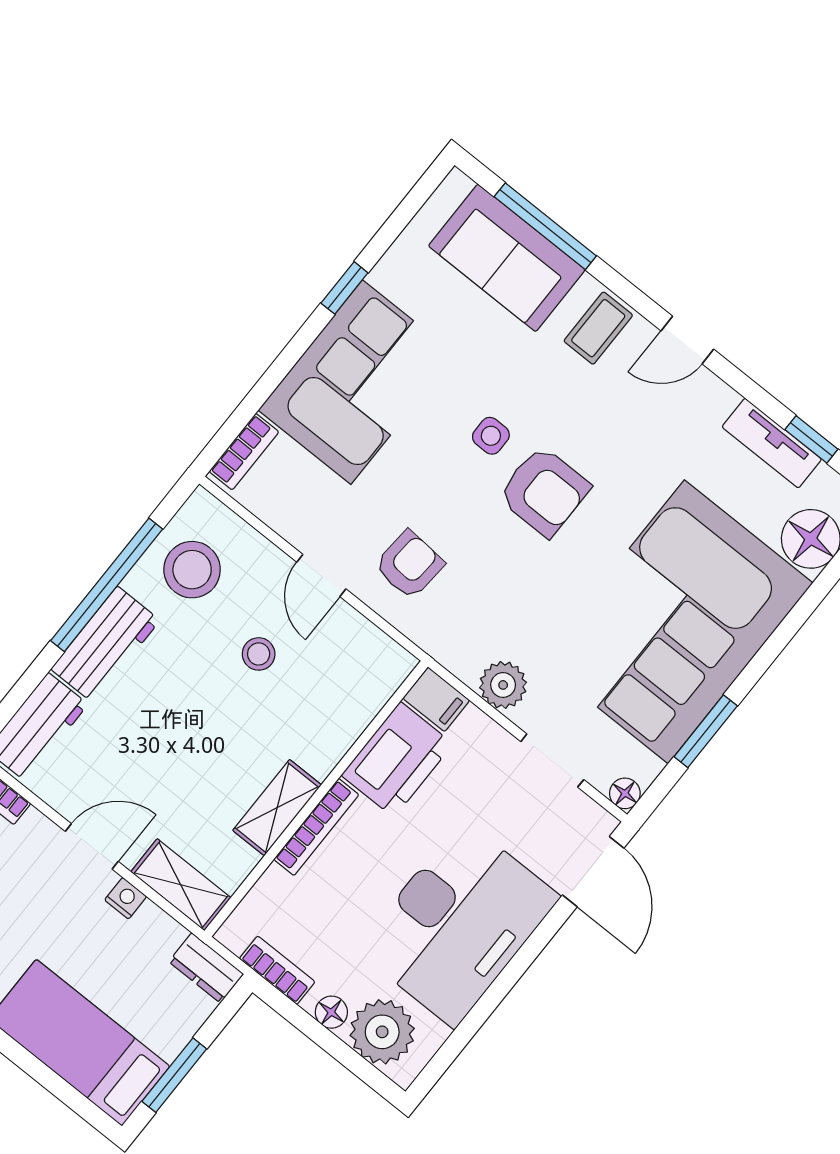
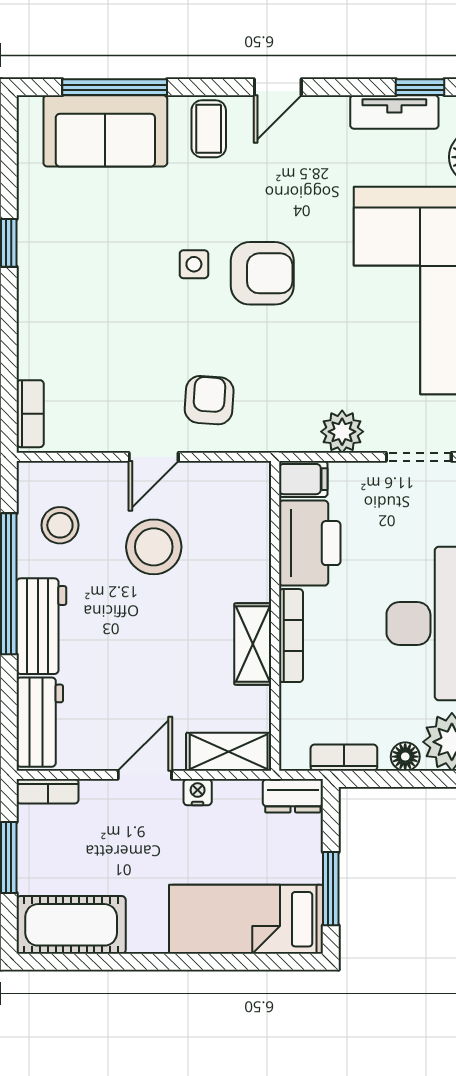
corner sofa: (357, 382) -> (70, 302), removed
stool: (192, 570) -> (60, 525), width x0.73, depth x0.73
door: (321, 575) -> (154, 457), hinge flipped
stool: (259, 654) -> (154, 547), width x1.89, depth x1.89

